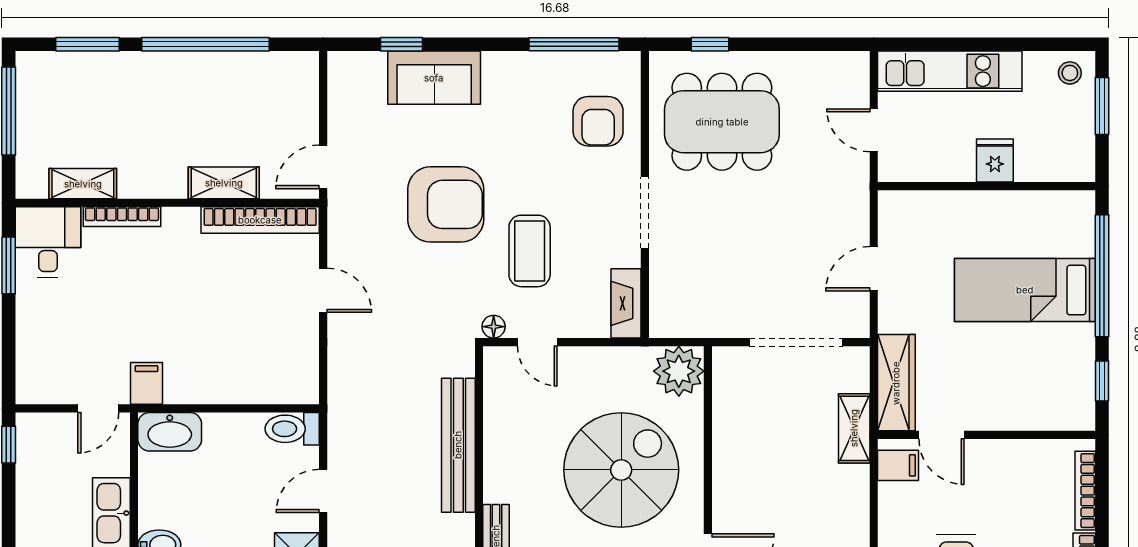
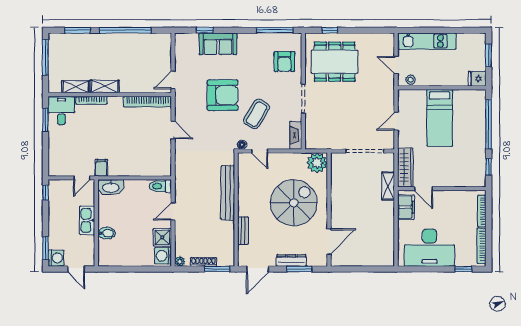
stool: (1070, 73) -> (411, 80), moved
fridge: (995, 161) -> (477, 79), moved, turned -90
shelving: (224, 183) -> (105, 86), moved
coffee table: (530, 251) -> (257, 114), turned 31
bed: (1025, 290) -> (440, 118), moved, turned -90
filing cabinet: (898, 465) -> (406, 207), width x2.00

